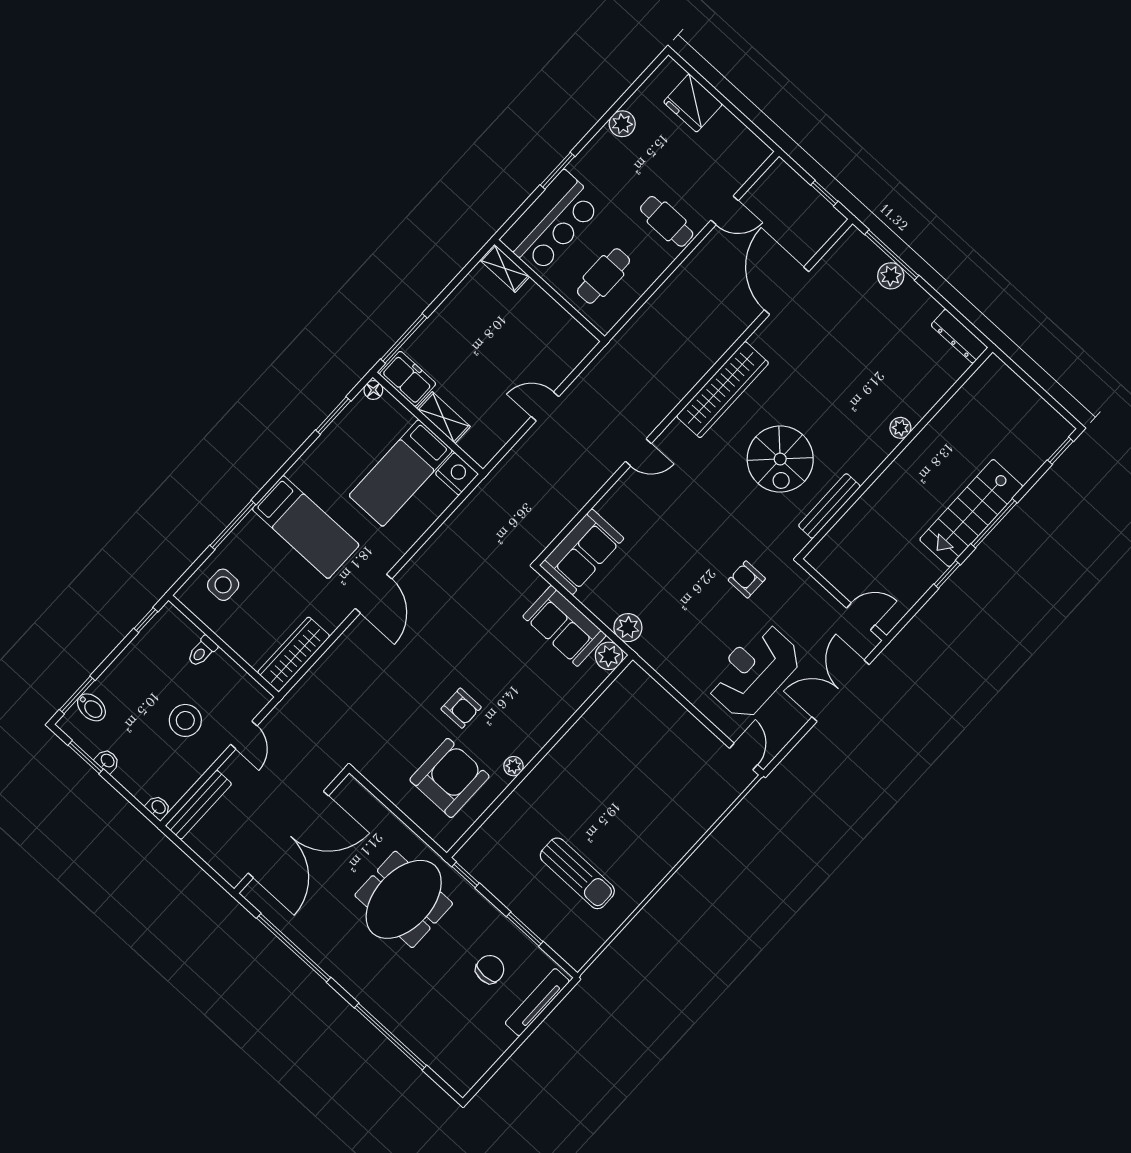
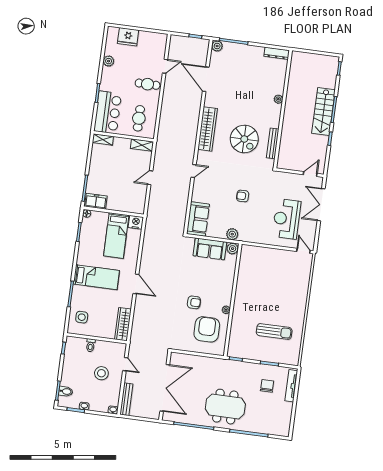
plant: (891, 276) -> (217, 46), moved
shelving: (443, 418) -> (142, 145), moved
armchair: (747, 579) -> (243, 196), moved
meeting table: (404, 899) -> (225, 407), moved, turned 90

